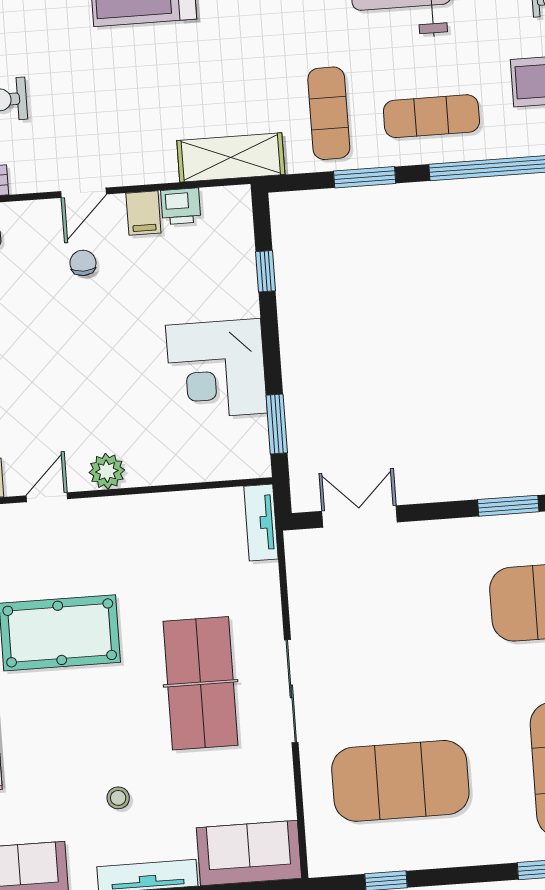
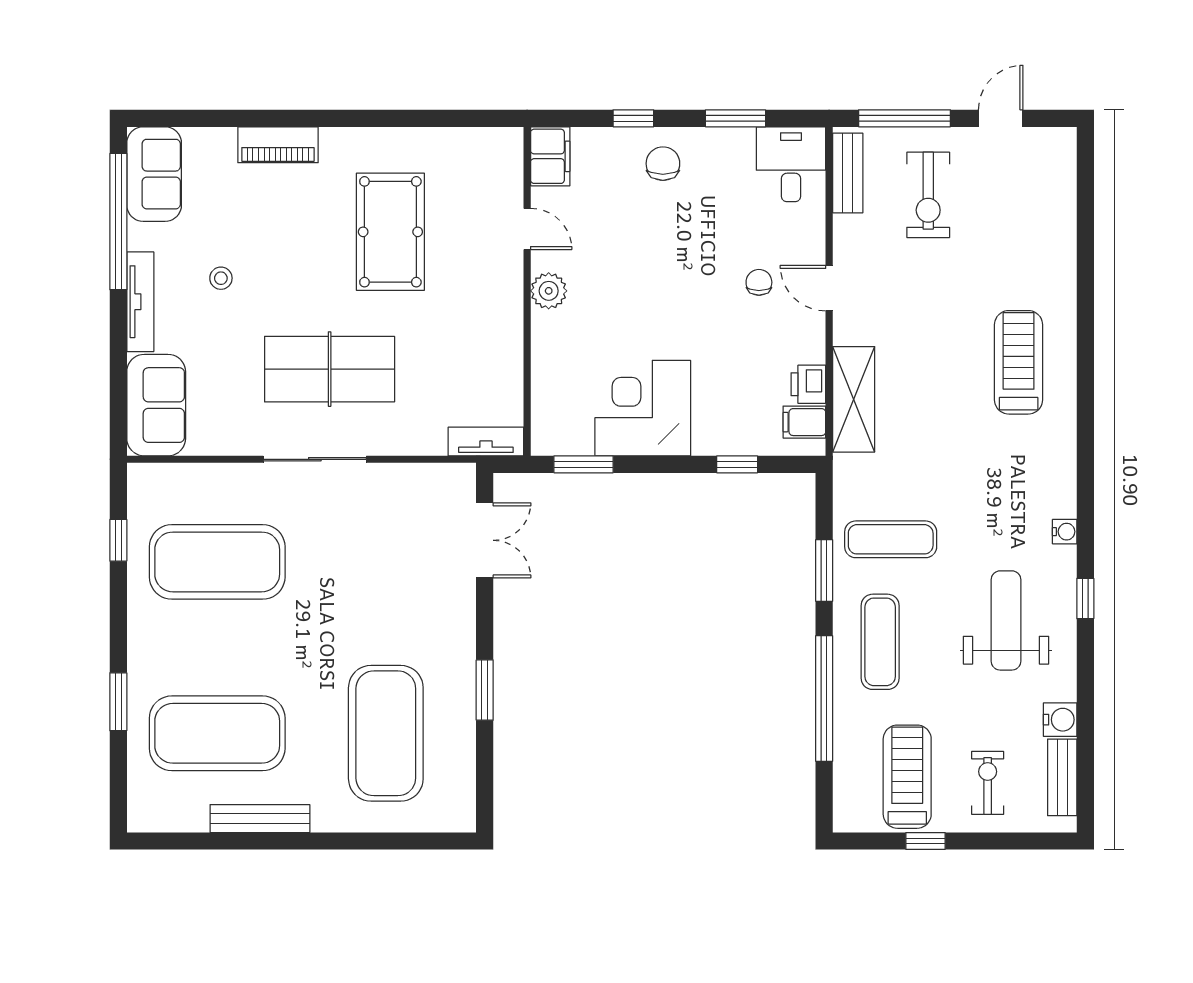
shelving: (231, 157) -> (854, 399), moved
filing cabinet: (143, 213) -> (804, 422), moved
chair: (83, 263) -> (759, 282), turned -90
exercise mat: (400, 781) -> (217, 562), turned 90

